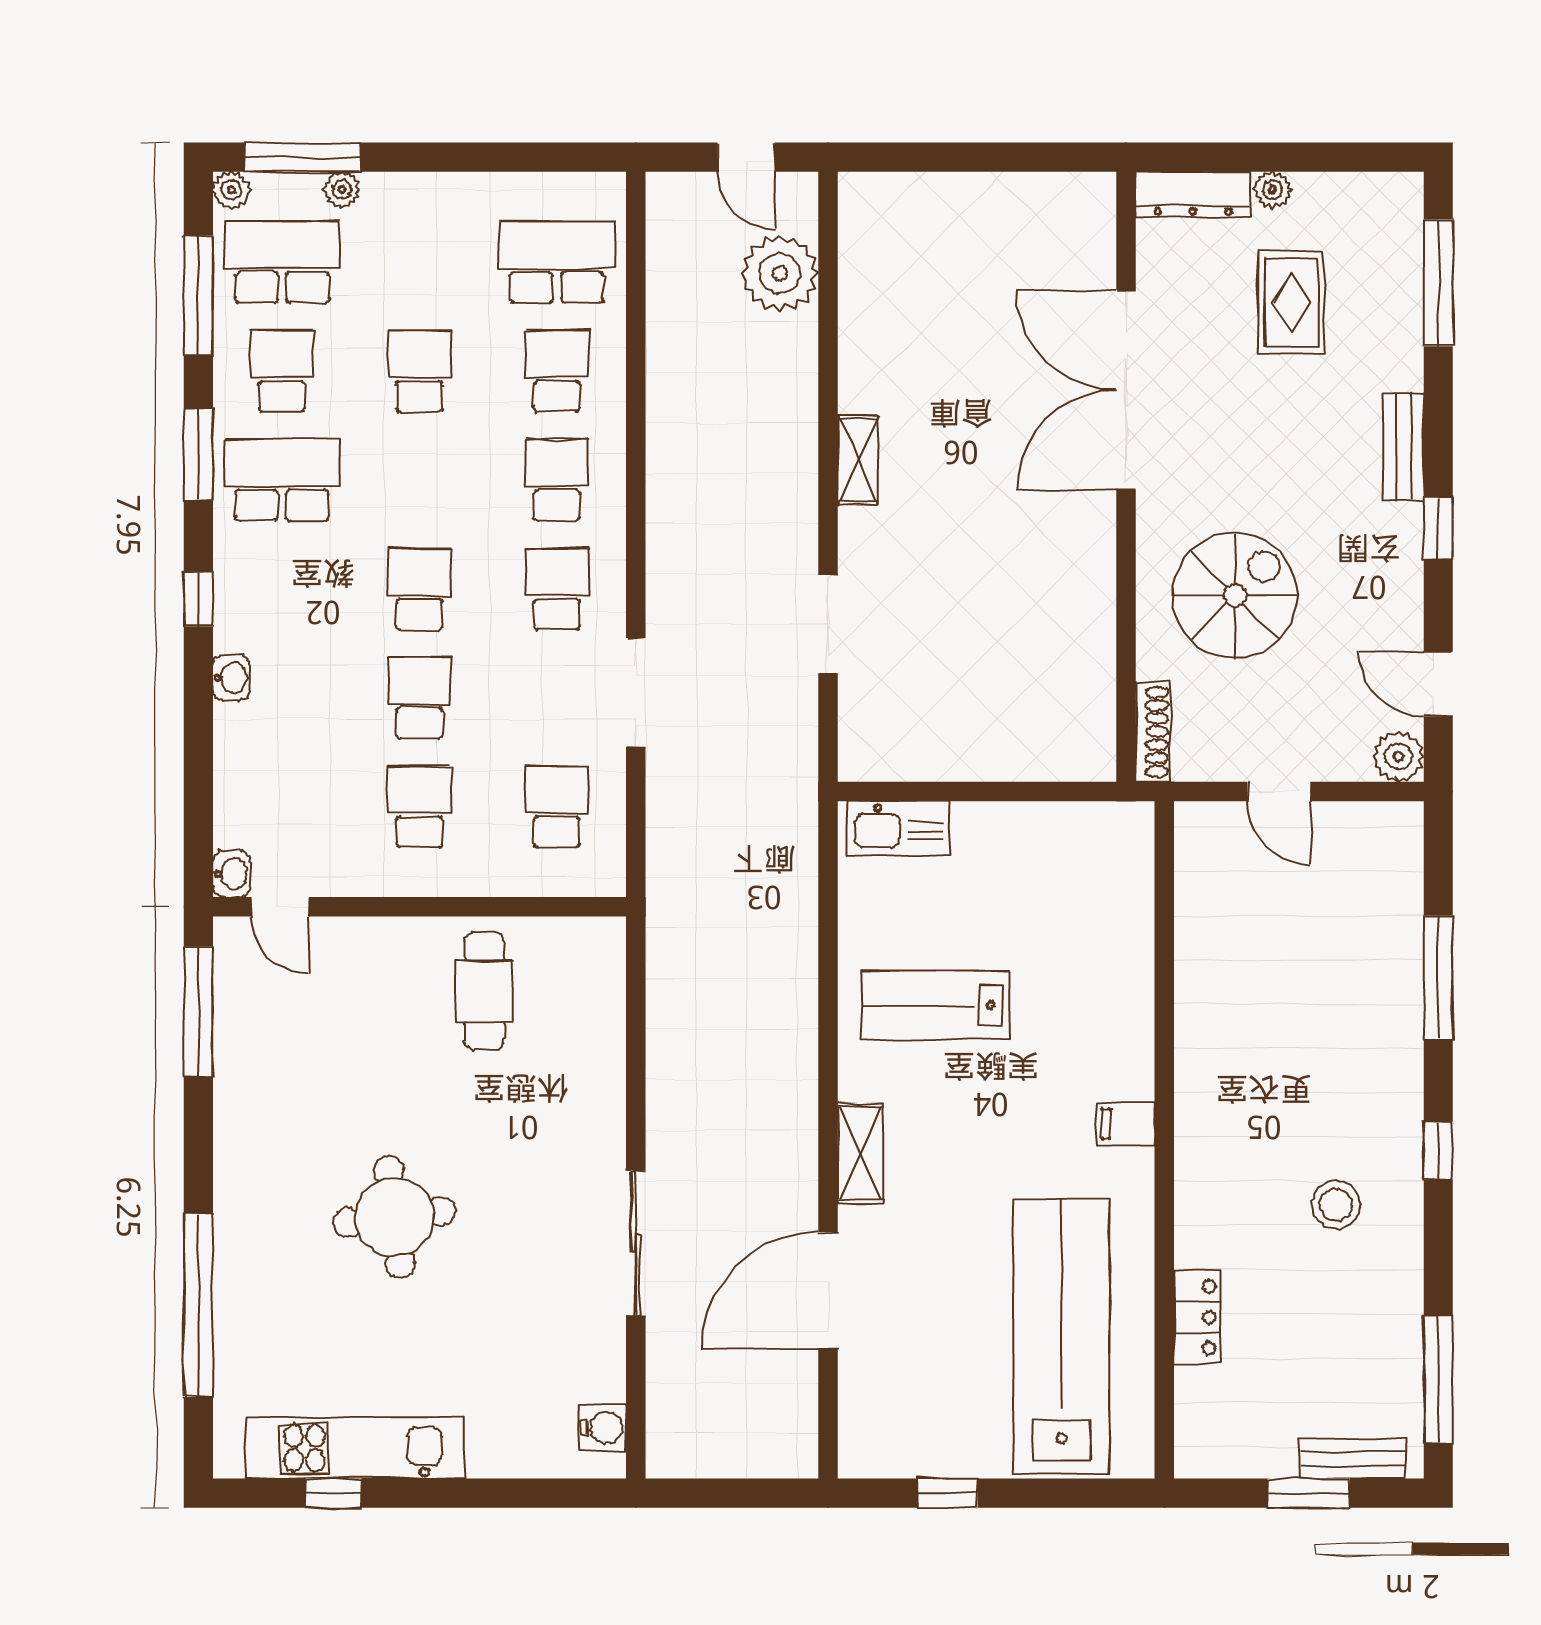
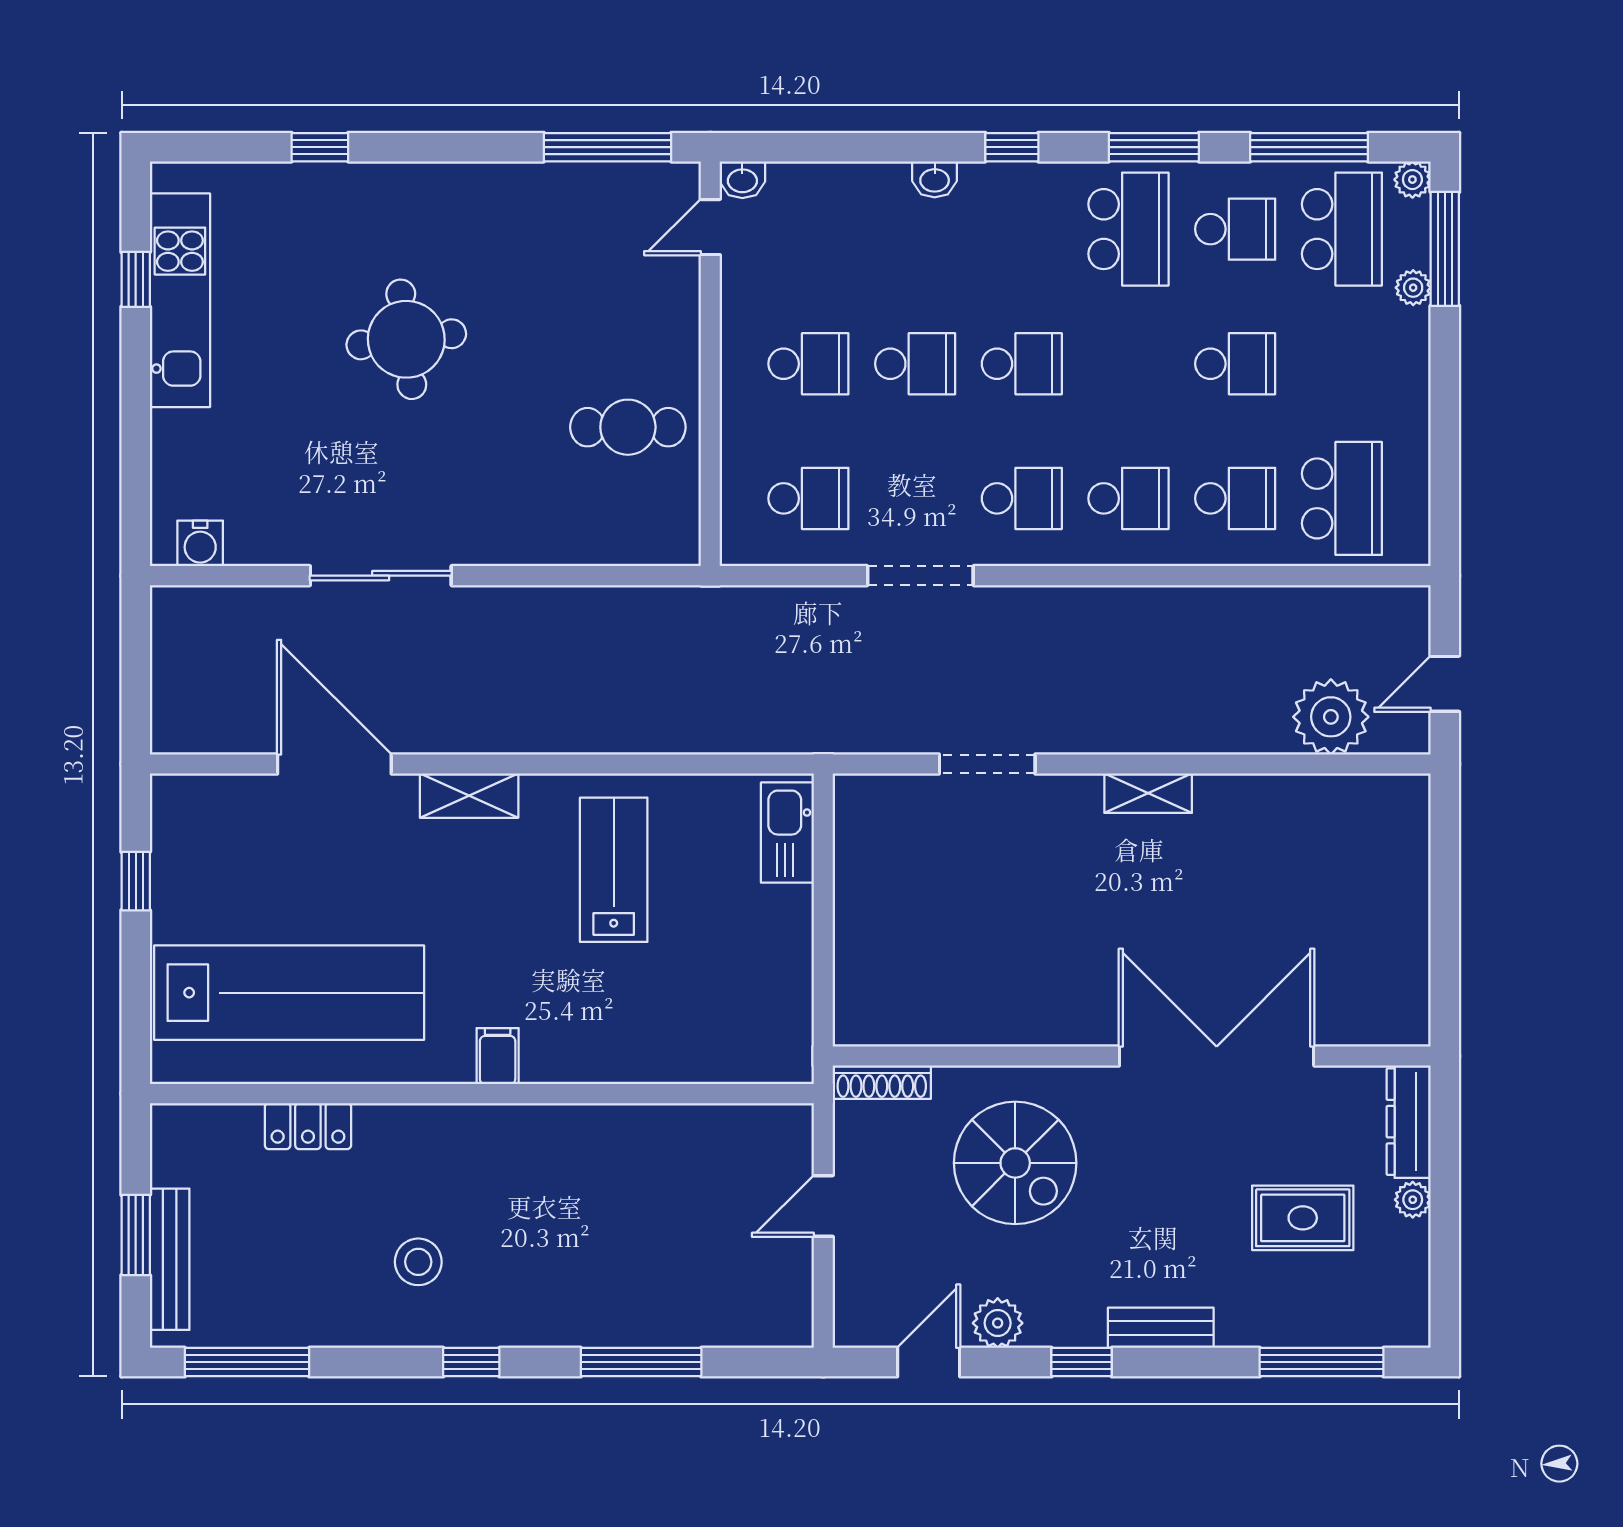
plant: (1398, 756) -> (998, 1323), moved
window: (198, 1305) -> (320, 147), width x0.32
bench: (1353, 1459) -> (170, 1259), width x1.36

